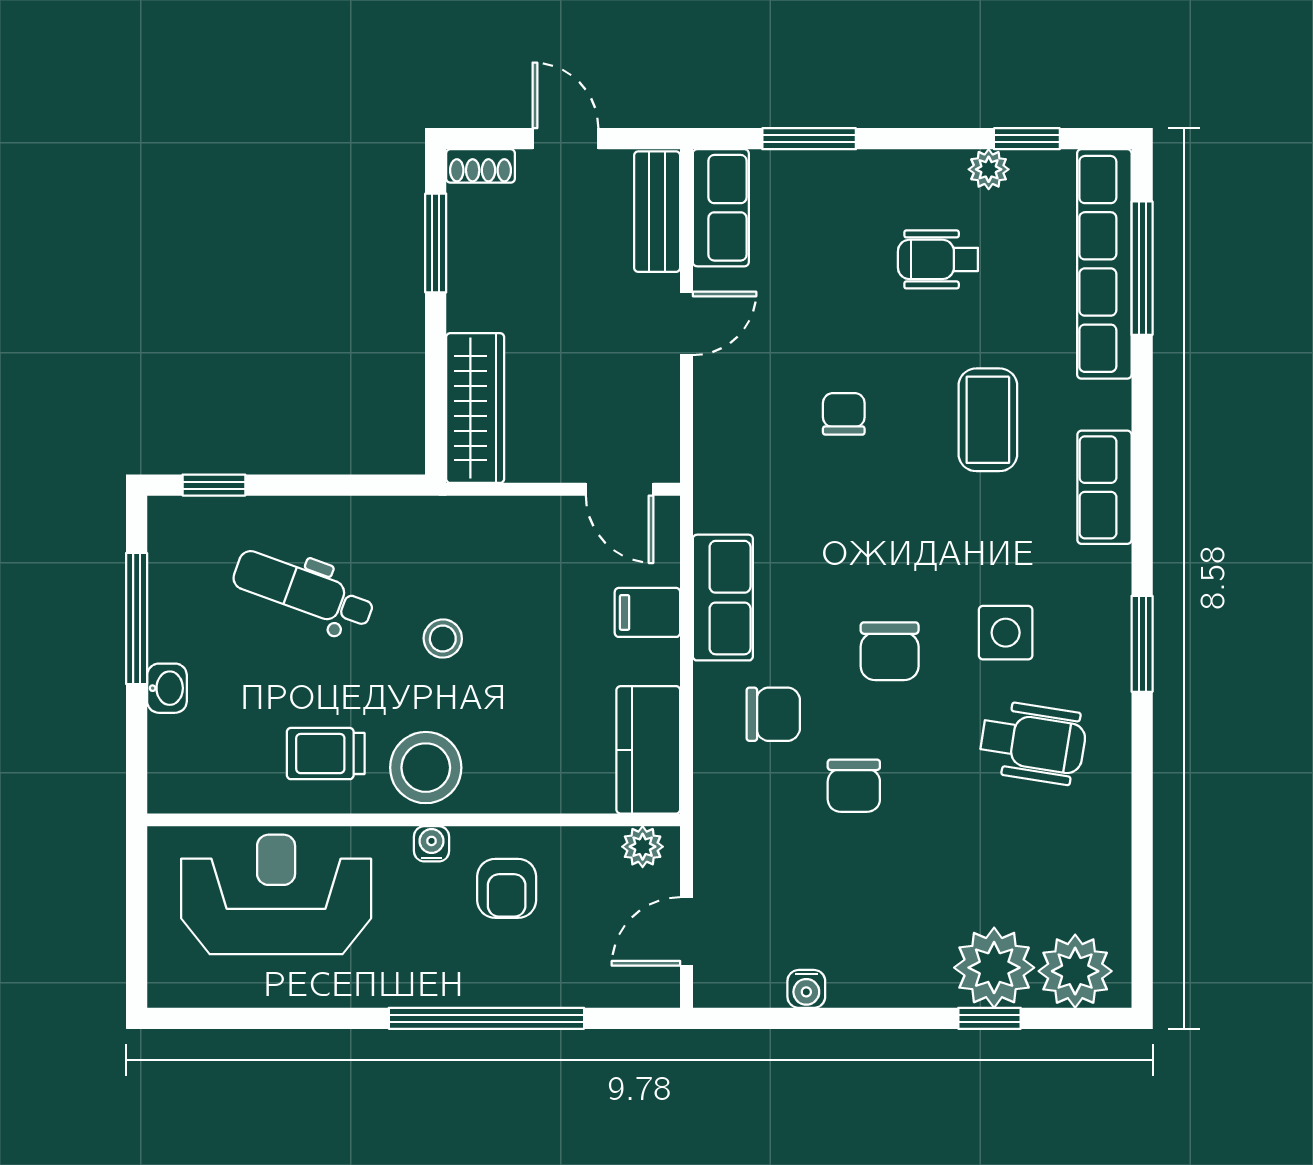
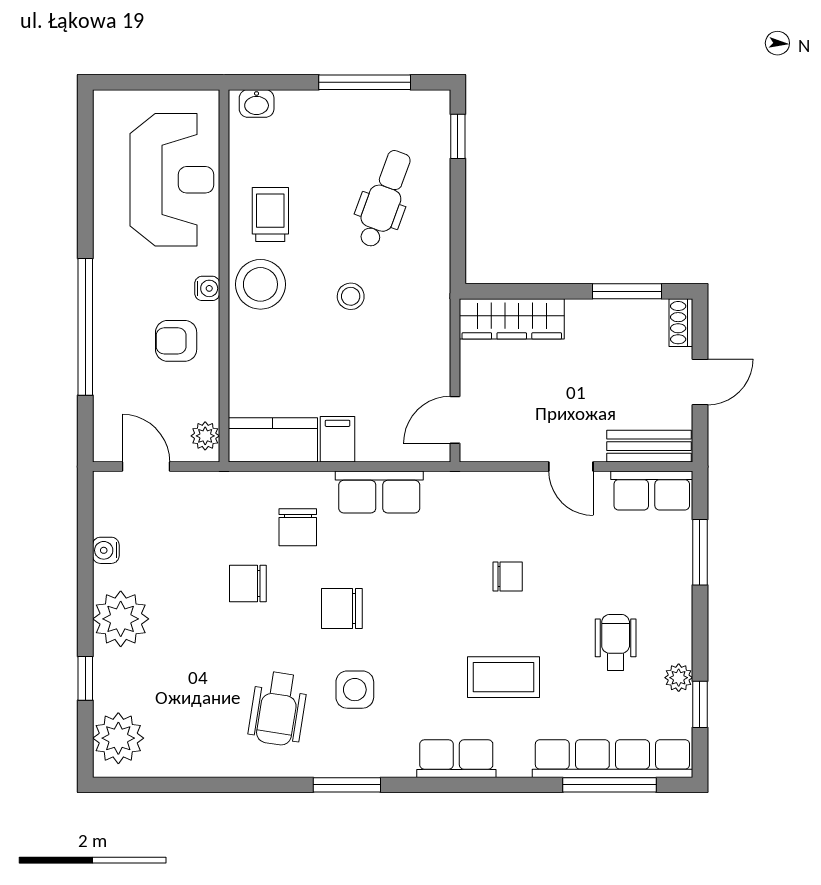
filing cabinet: (647, 612) -> (338, 439), moved
washbasin: (167, 688) -> (257, 103), moved
plant: (994, 968) -> (121, 619), moved

